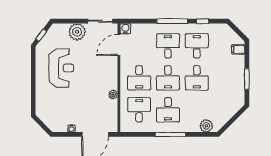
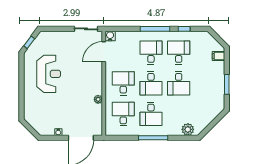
plant: (77, 32) -> (64, 39), removed
desk: (139, 78) -> (123, 83), turned 180

